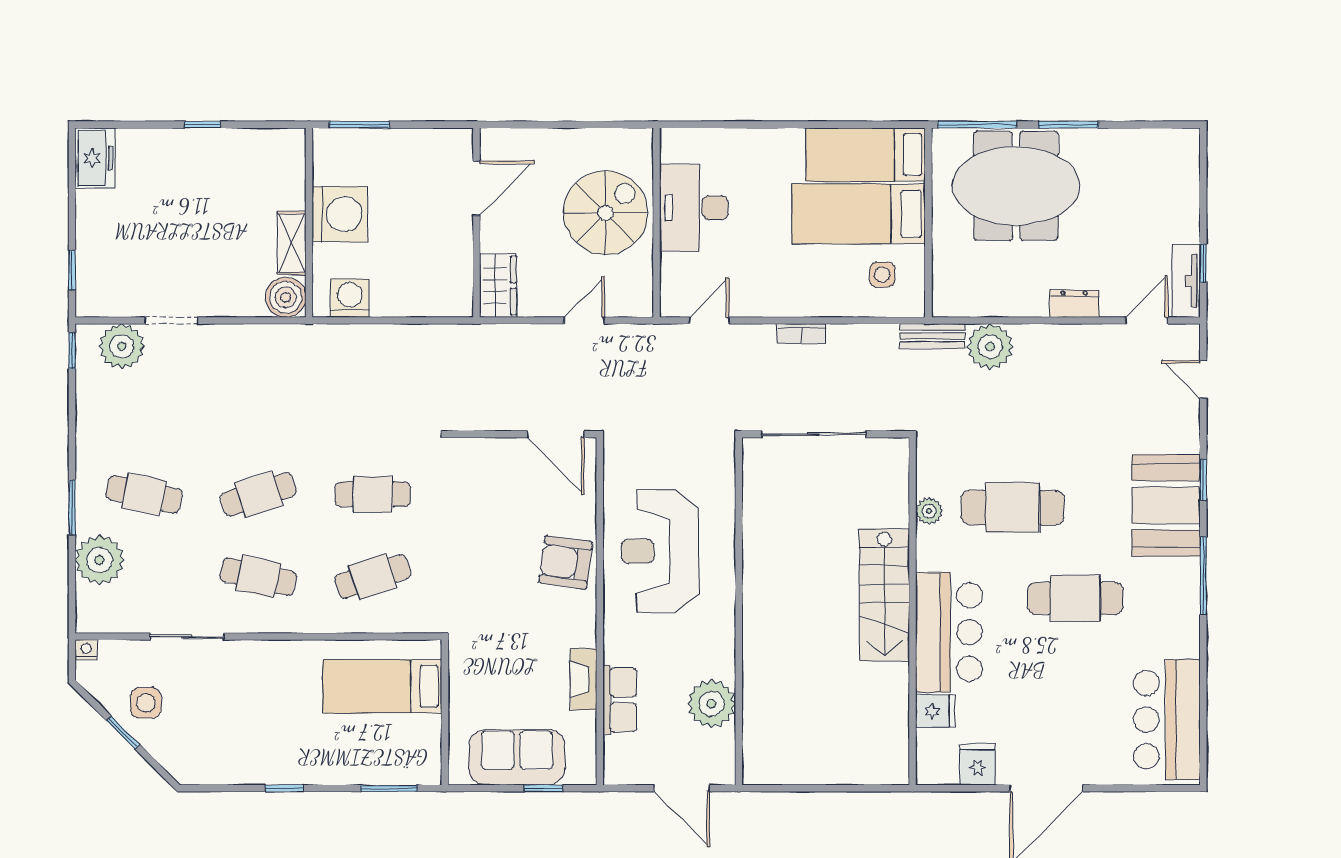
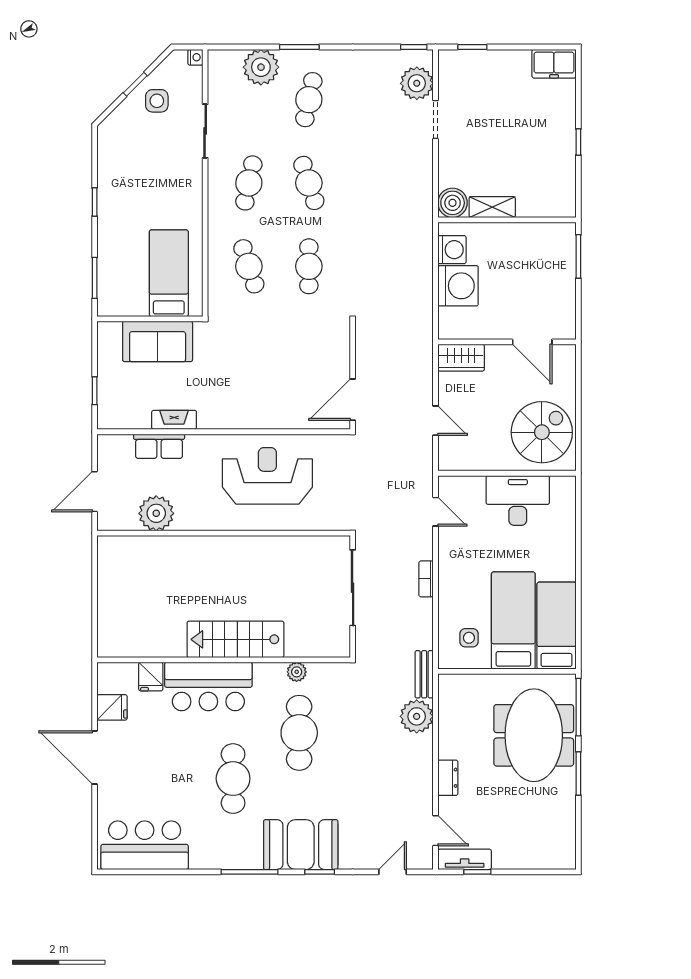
spiral stairs: (606, 213) -> (542, 432), moved, turned -90
washing machine: (340, 214) -> (458, 286), moved, turned -90
armchair: (566, 562) -> (259, 407), removed
sofa: (517, 757) -> (158, 341), moved, turned 90

